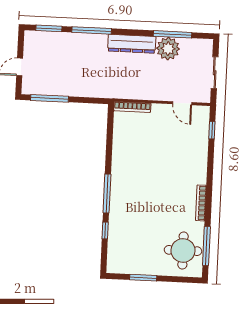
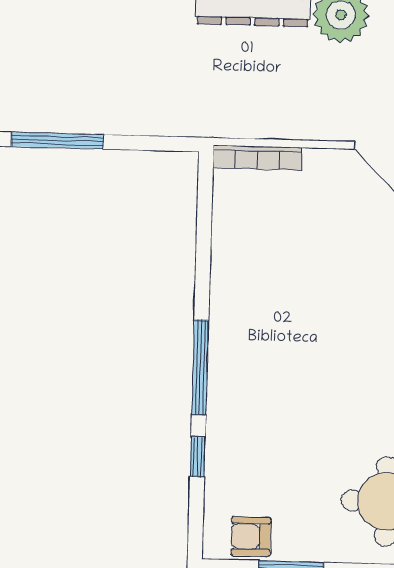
armchair: (127, 264) -> (251, 536), added

